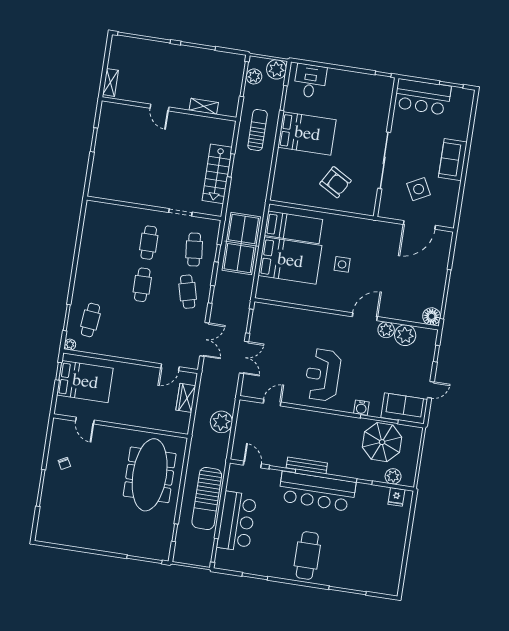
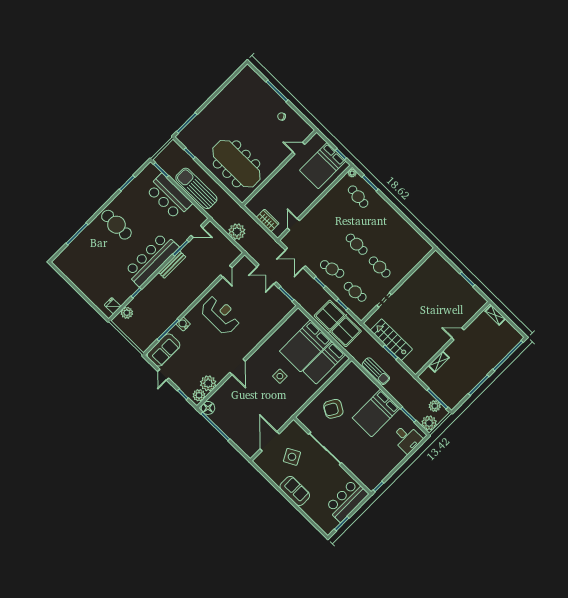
sun lounger: (258, 130) -> (376, 371), moved
plant: (386, 330) -> (199, 395), moved
parasol: (382, 442) -> (153, 321), removed

